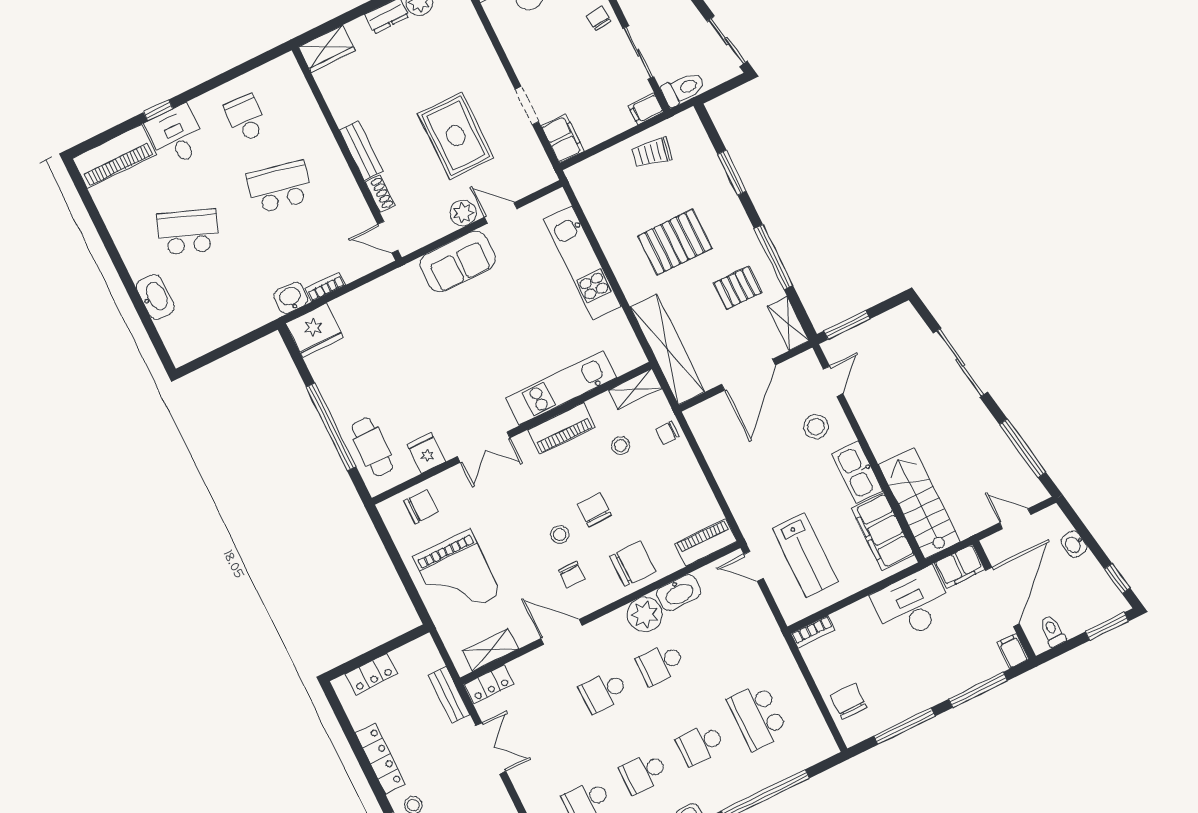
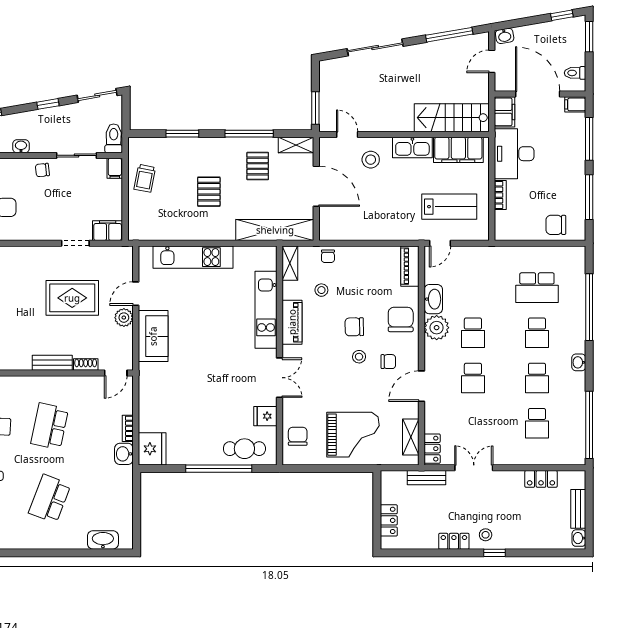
pallet: (675, 242) -> (209, 192), width x0.67, depth x0.71
washbasin: (155, 297) -> (103, 540), moved
washbasin: (1074, 544) -> (505, 36), moved
bookcase: (813, 632) -> (500, 195), moved
locker: (380, 759) -> (454, 541), width x0.66

